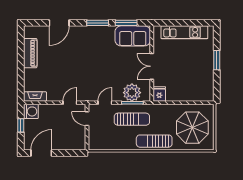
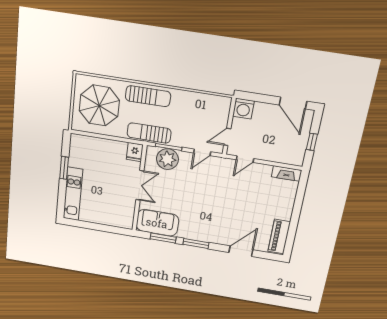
kitchen unit: (184, 32) -> (73, 194), moved, turned 90
piano: (30, 53) -> (279, 237), moved
window: (217, 60) -> (64, 168), moved
washing machine: (31, 111) -> (243, 109), moved, turned -90
door: (87, 119) -> (227, 137), swing flipped
sun lounger: (132, 119) -> (149, 133), moved
door: (41, 153) -> (293, 103), hinge flipped

